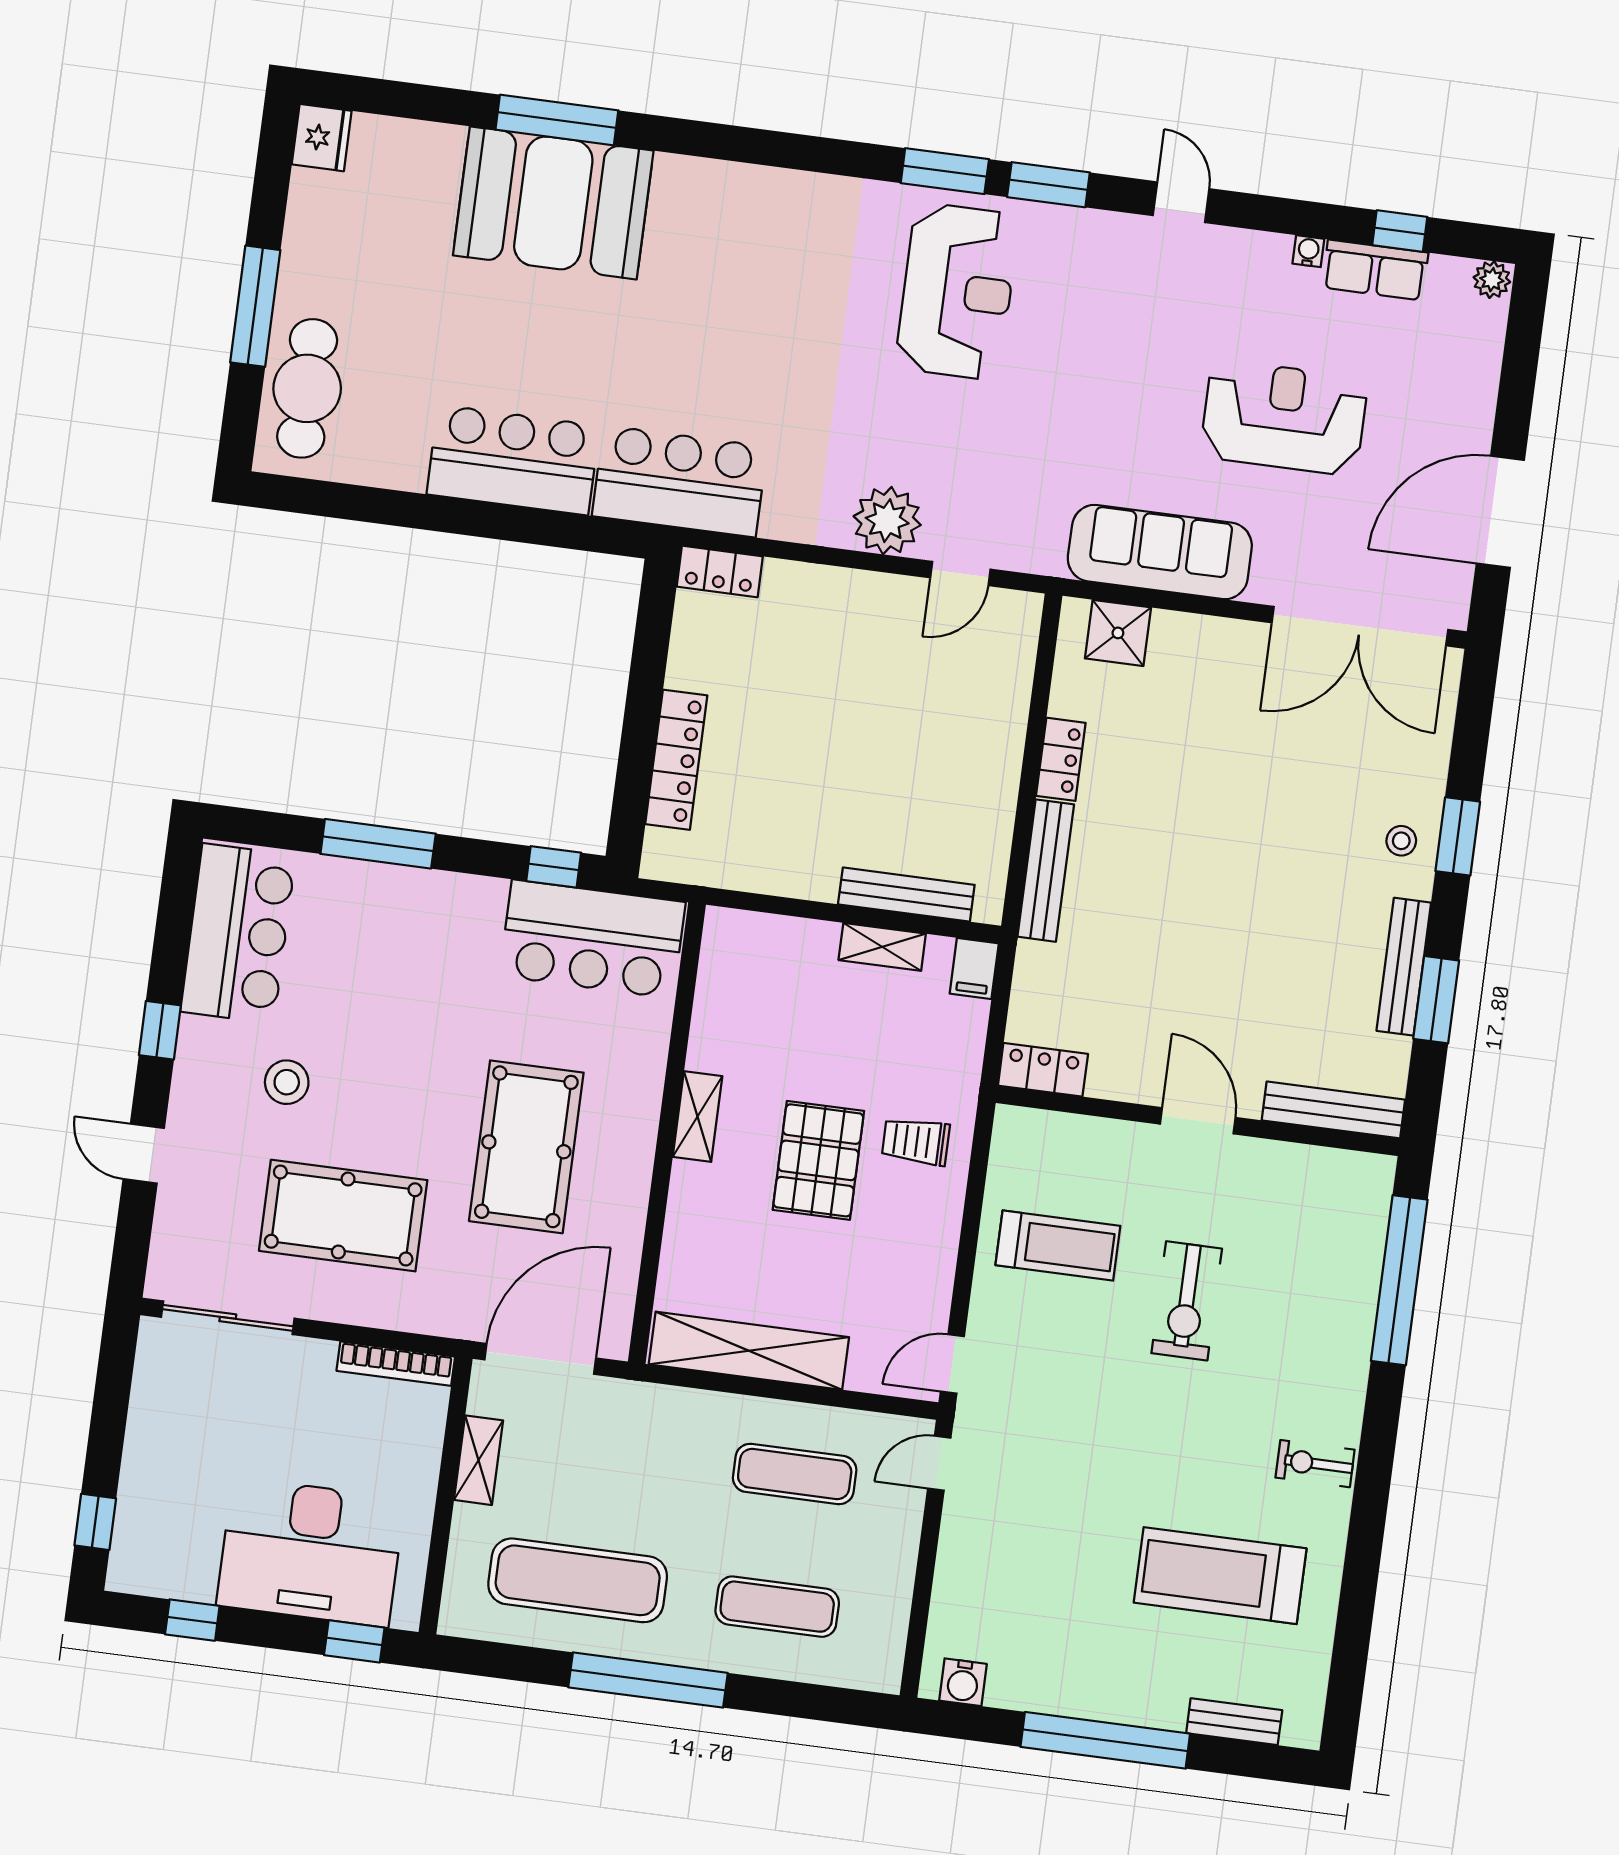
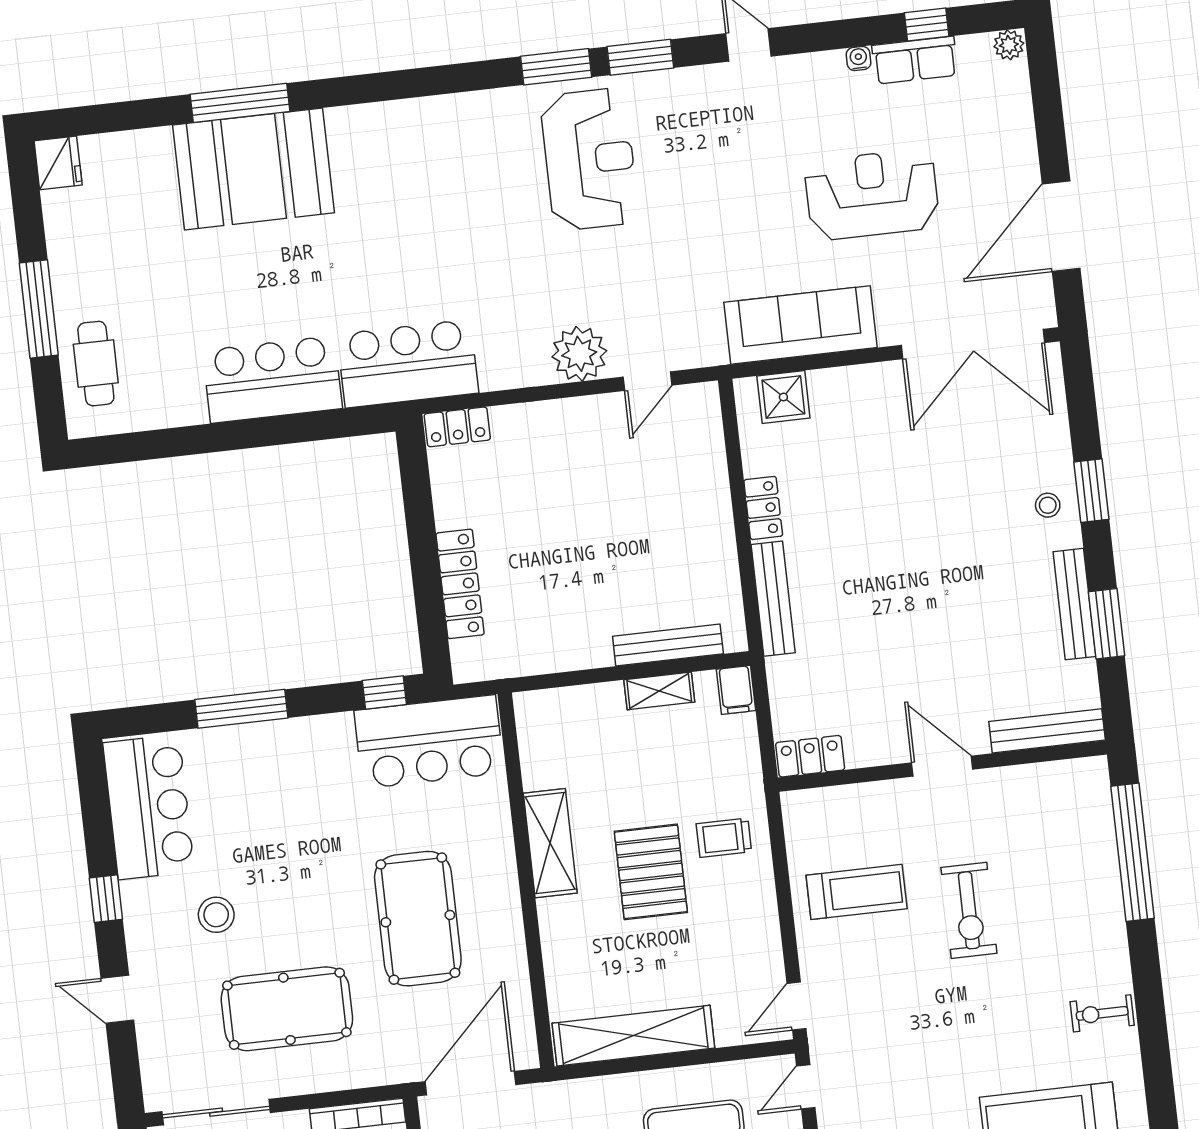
cafe table: (307, 388) -> (96, 364), width x0.73, depth x0.74
shelving: (698, 1117) -> (550, 843), width x1.50, depth x1.33

